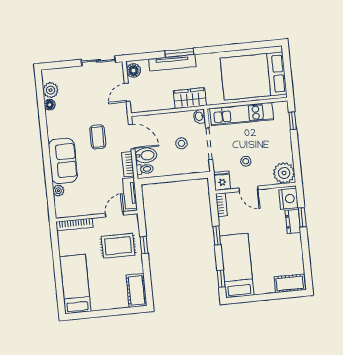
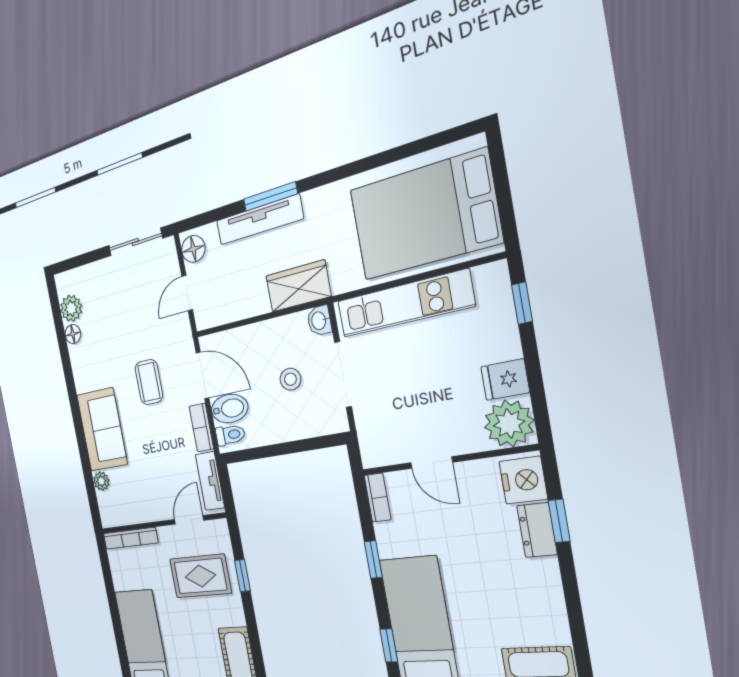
stool: (246, 161) -> (421, 404), removed
fridge: (222, 181) -> (505, 380), moved, turned -90

